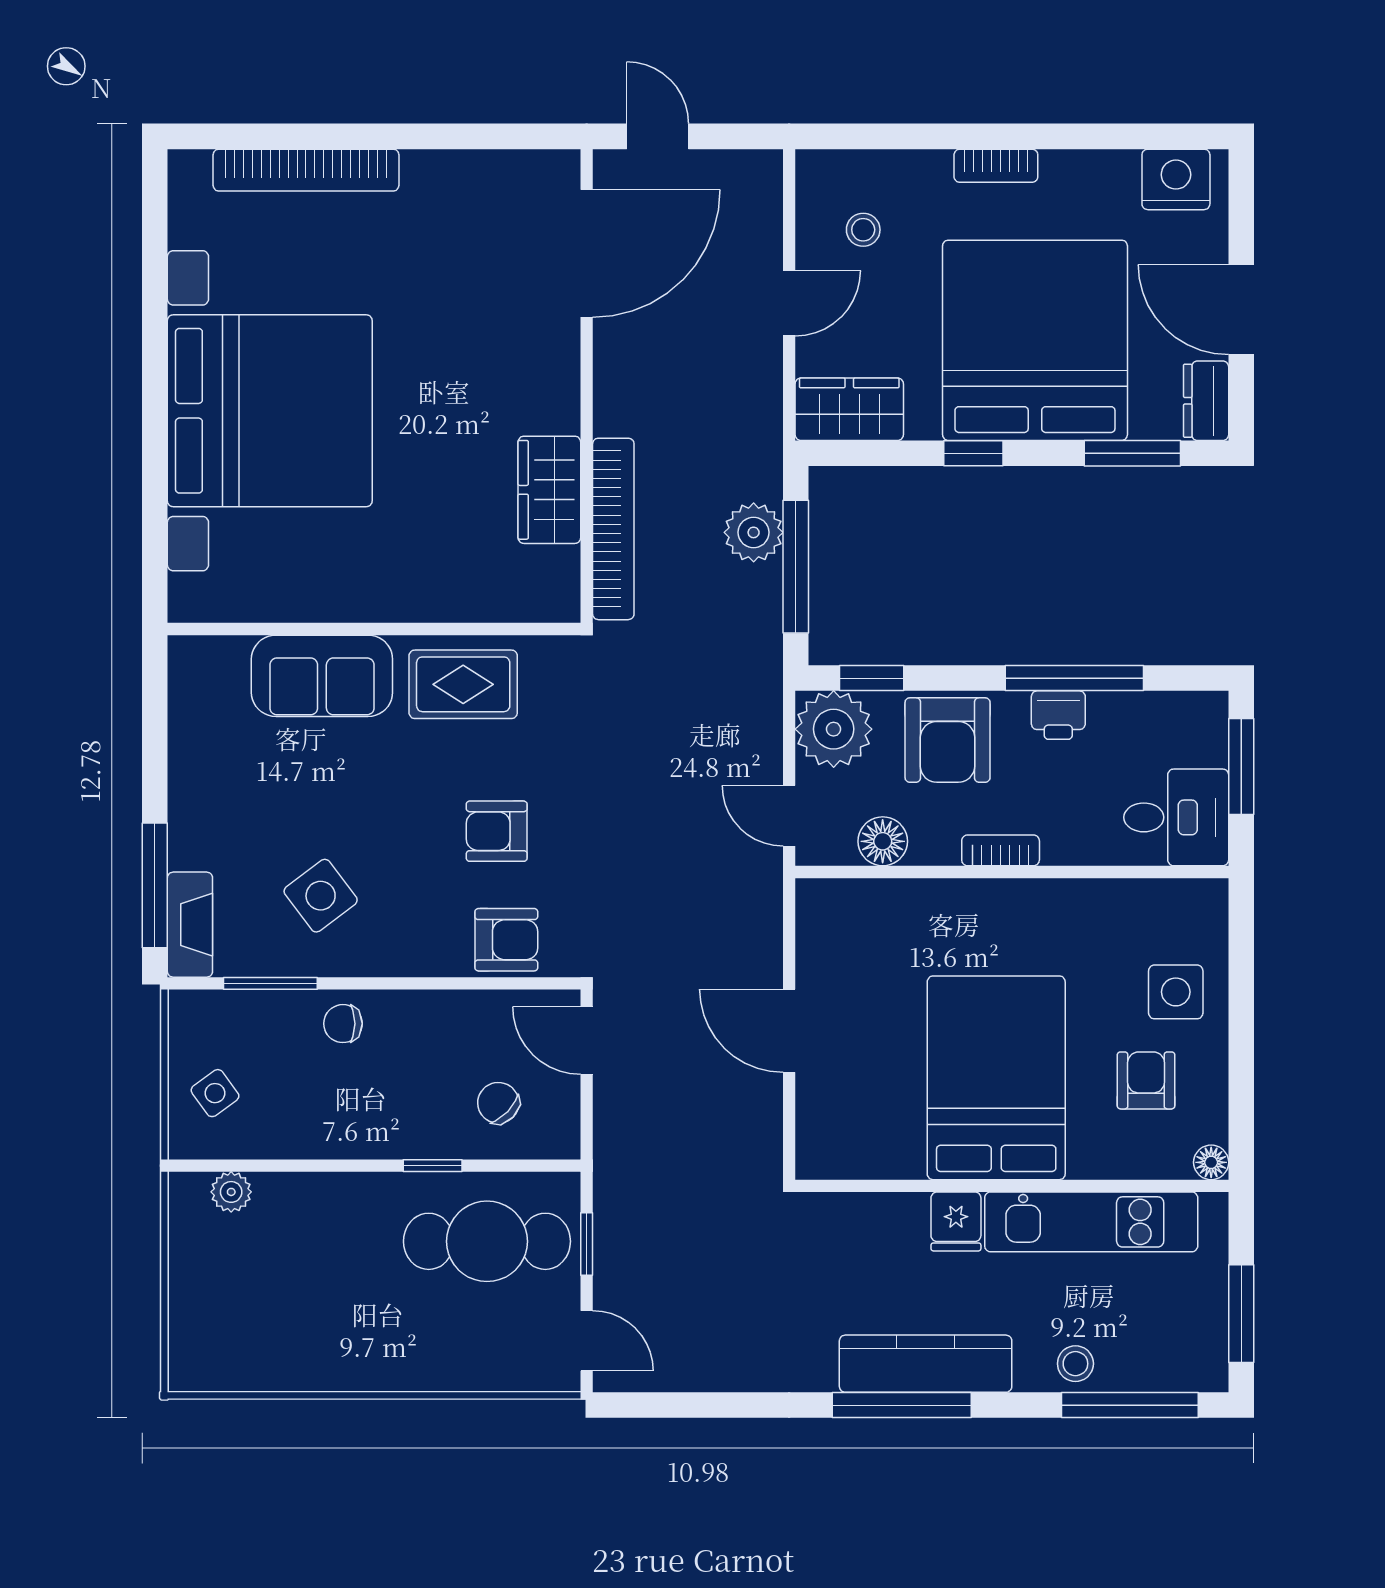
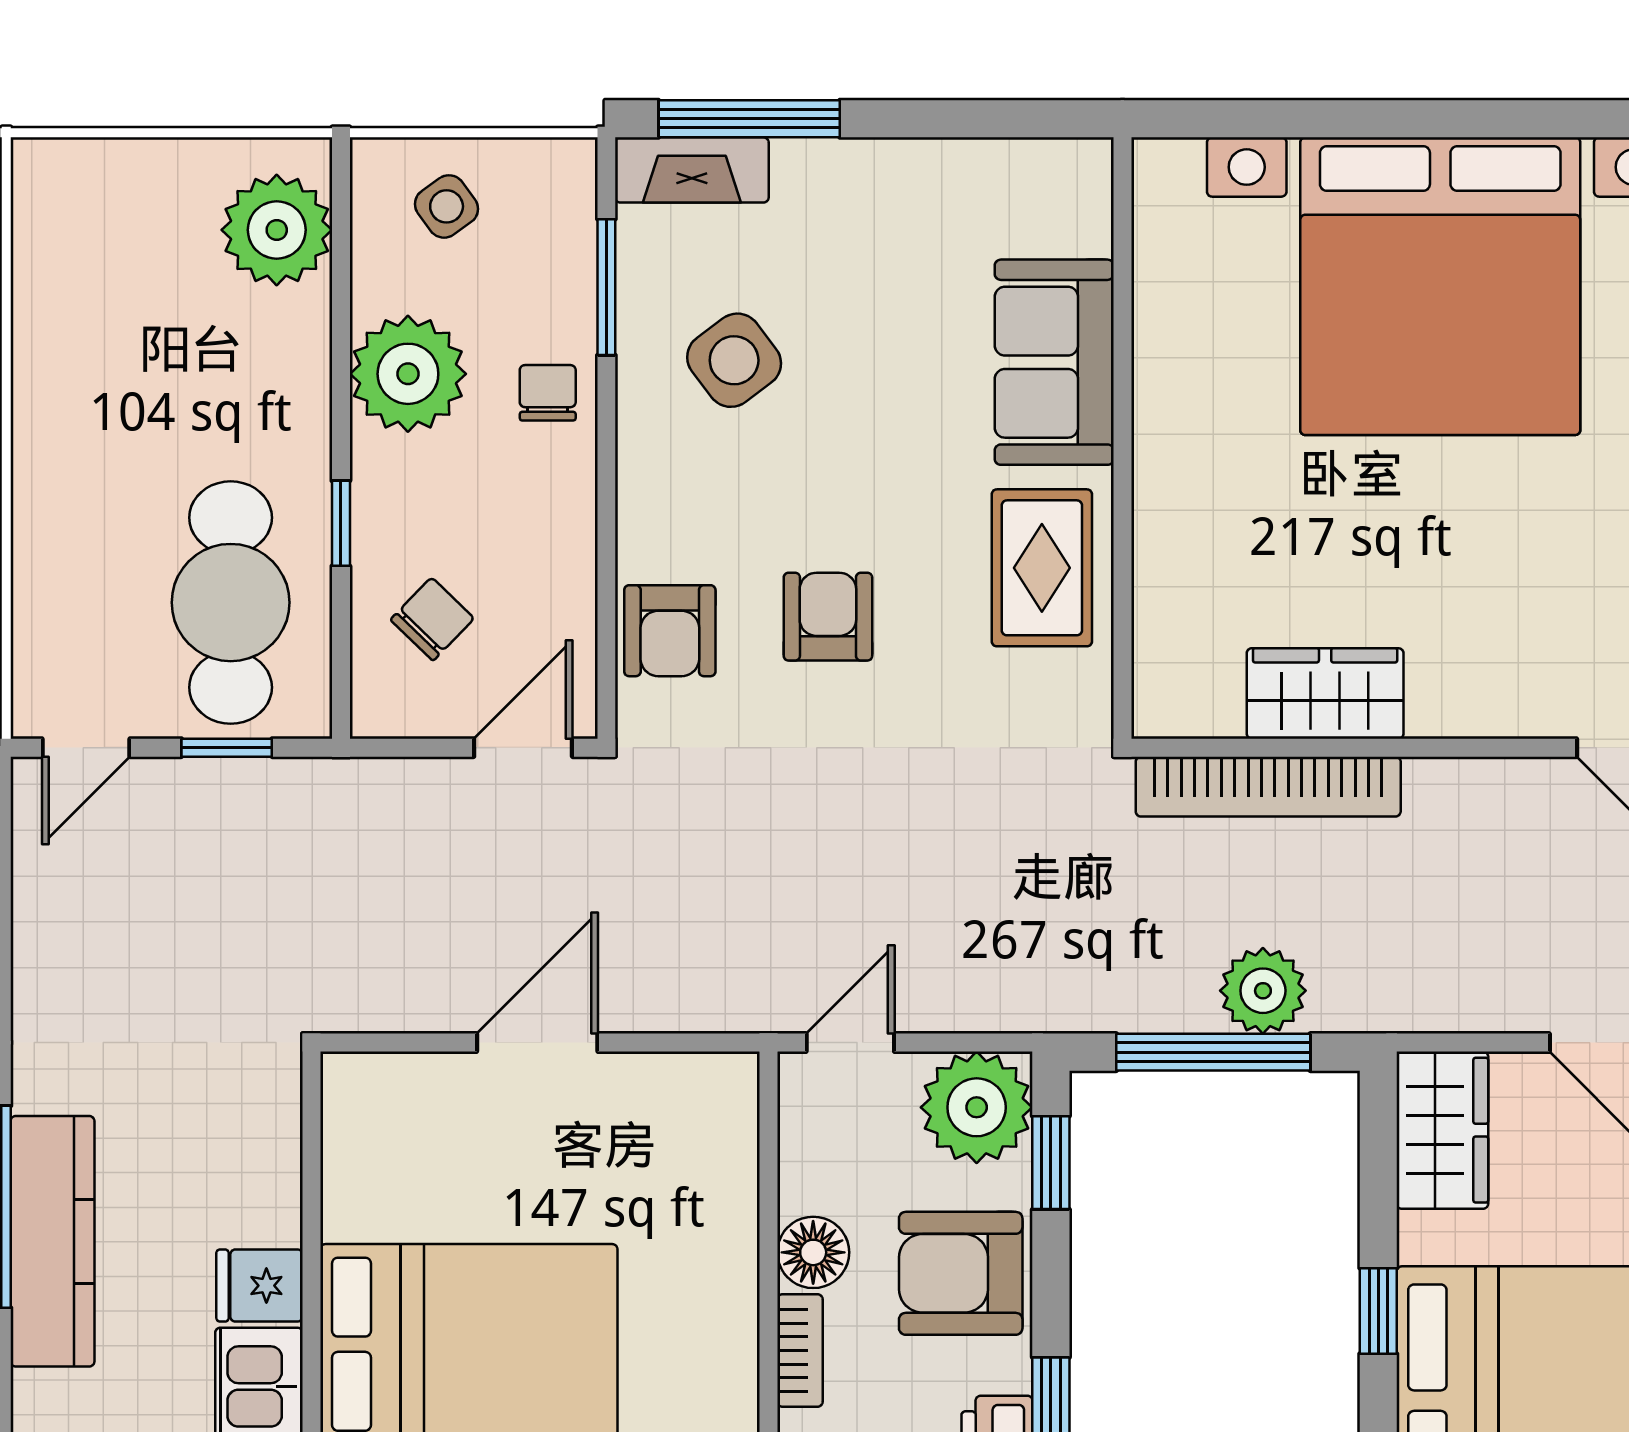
floor lamp: (883, 841) -> (813, 1252), moved
plant: (330, 1120) -> (408, 374), added
plant: (231, 1192) -> (277, 230), width x1.87, depth x1.87

